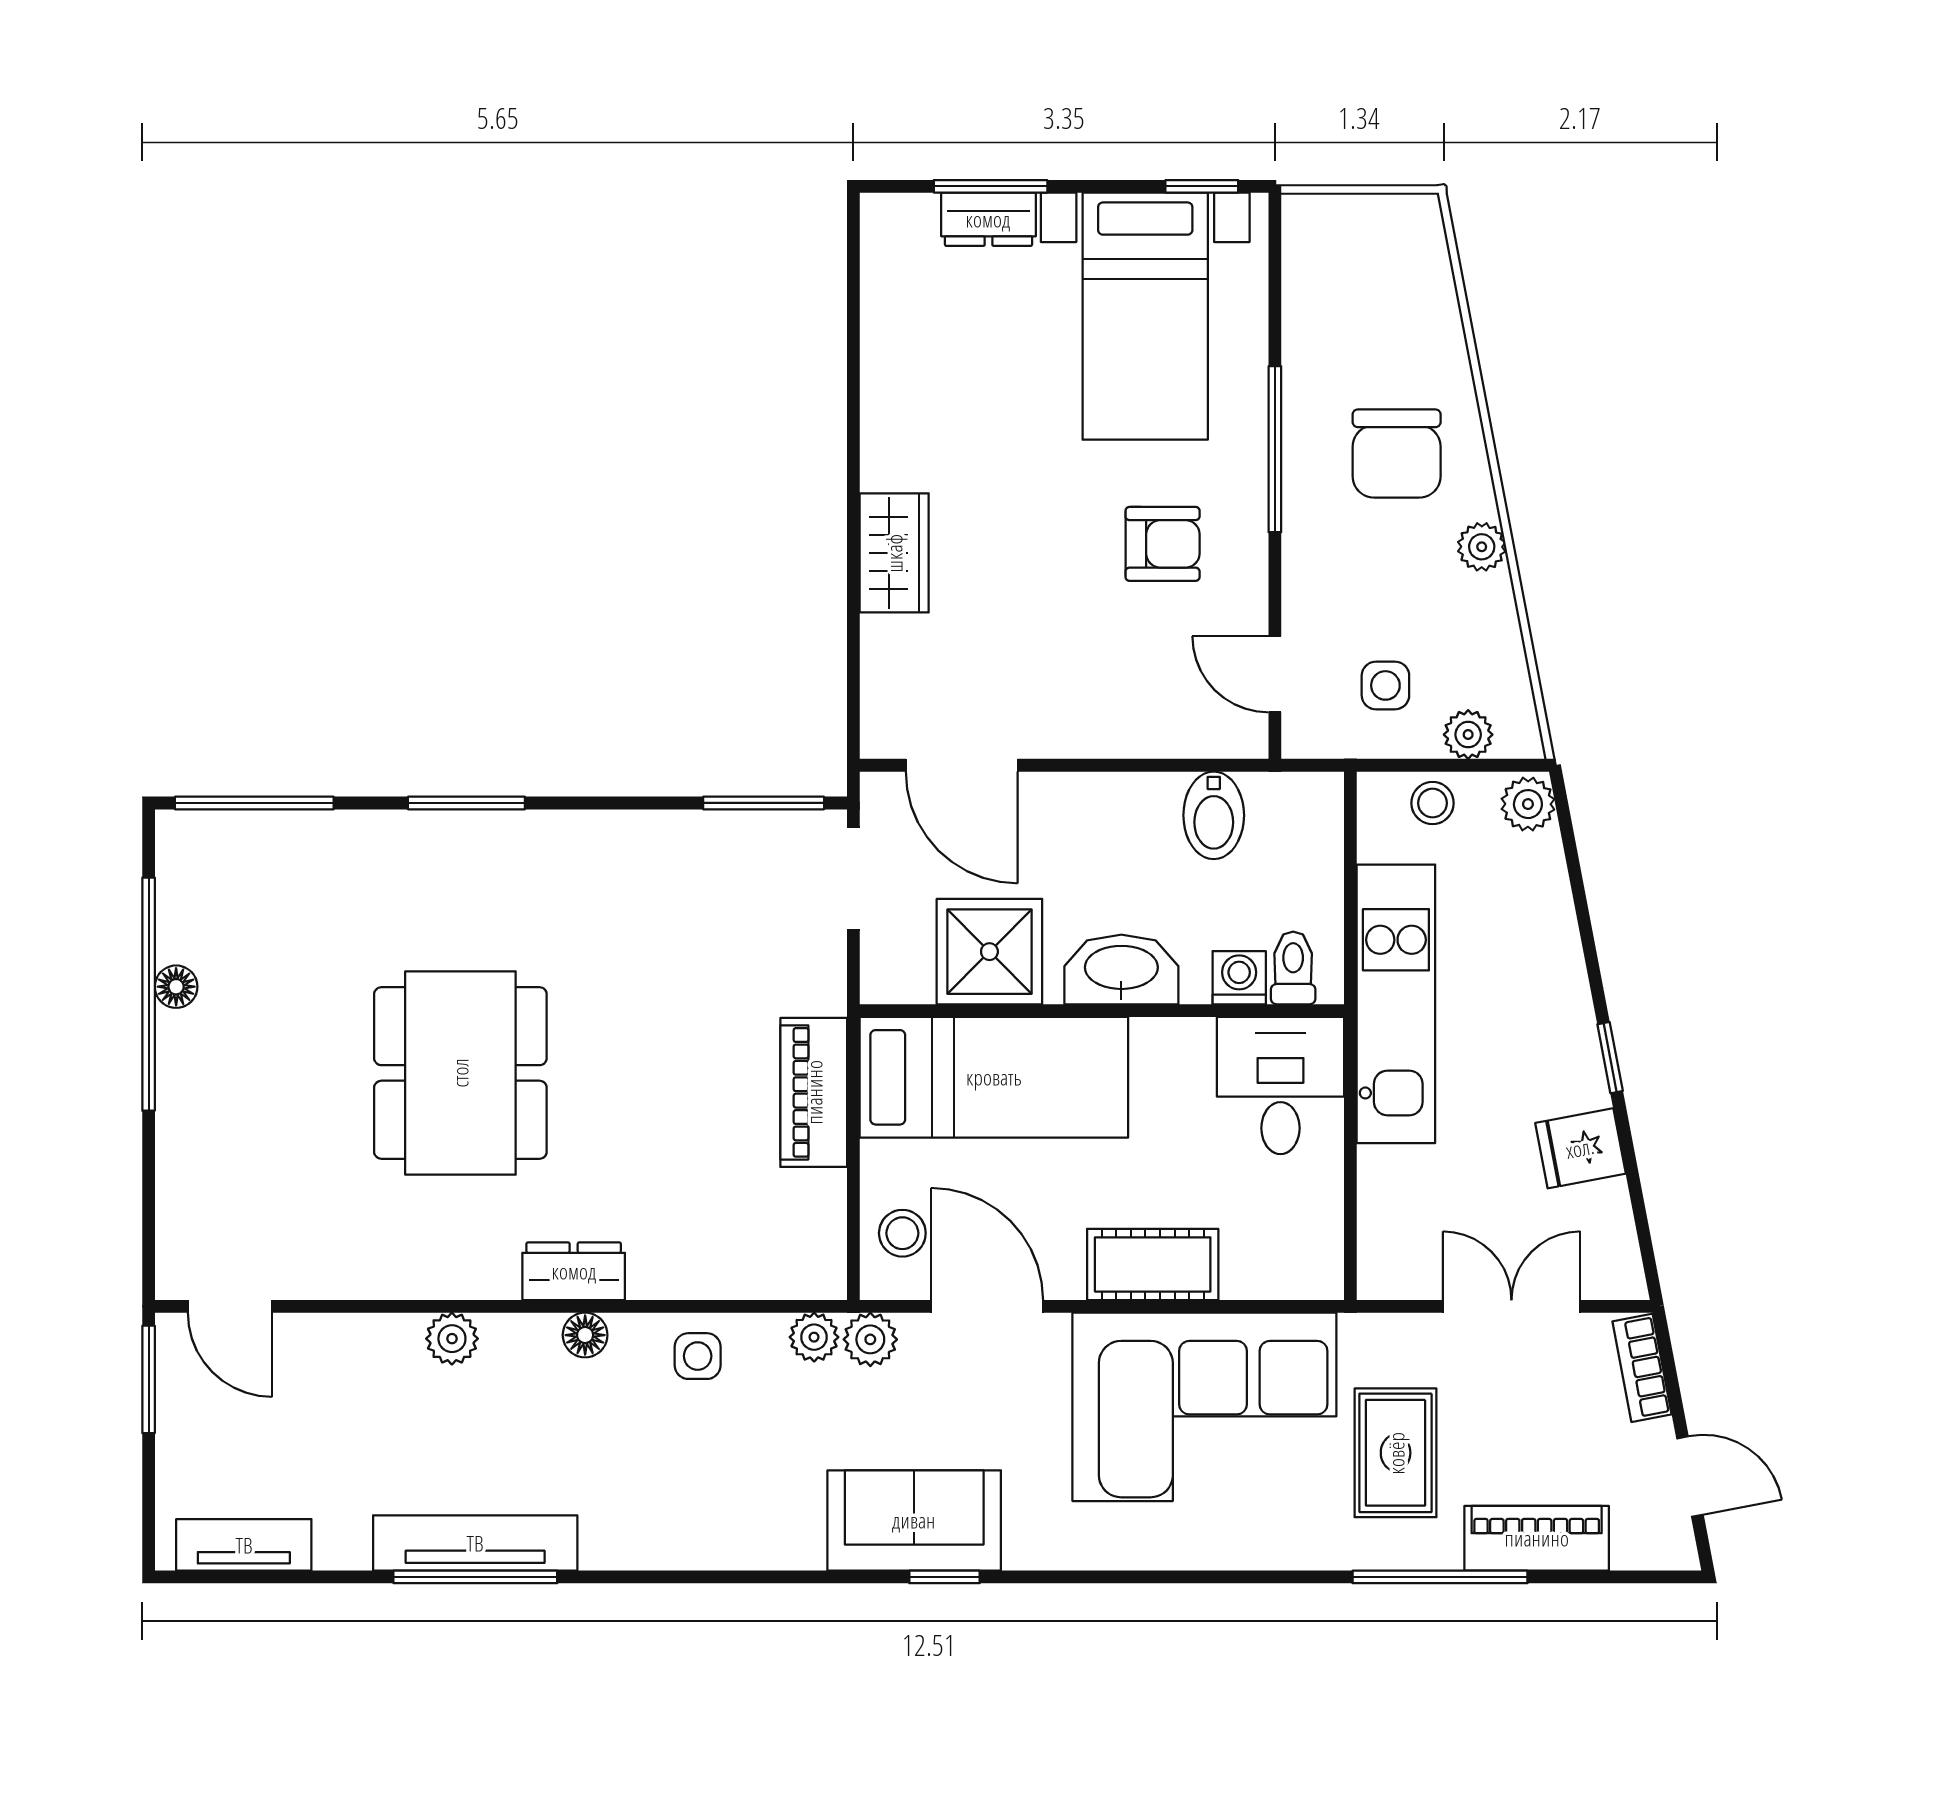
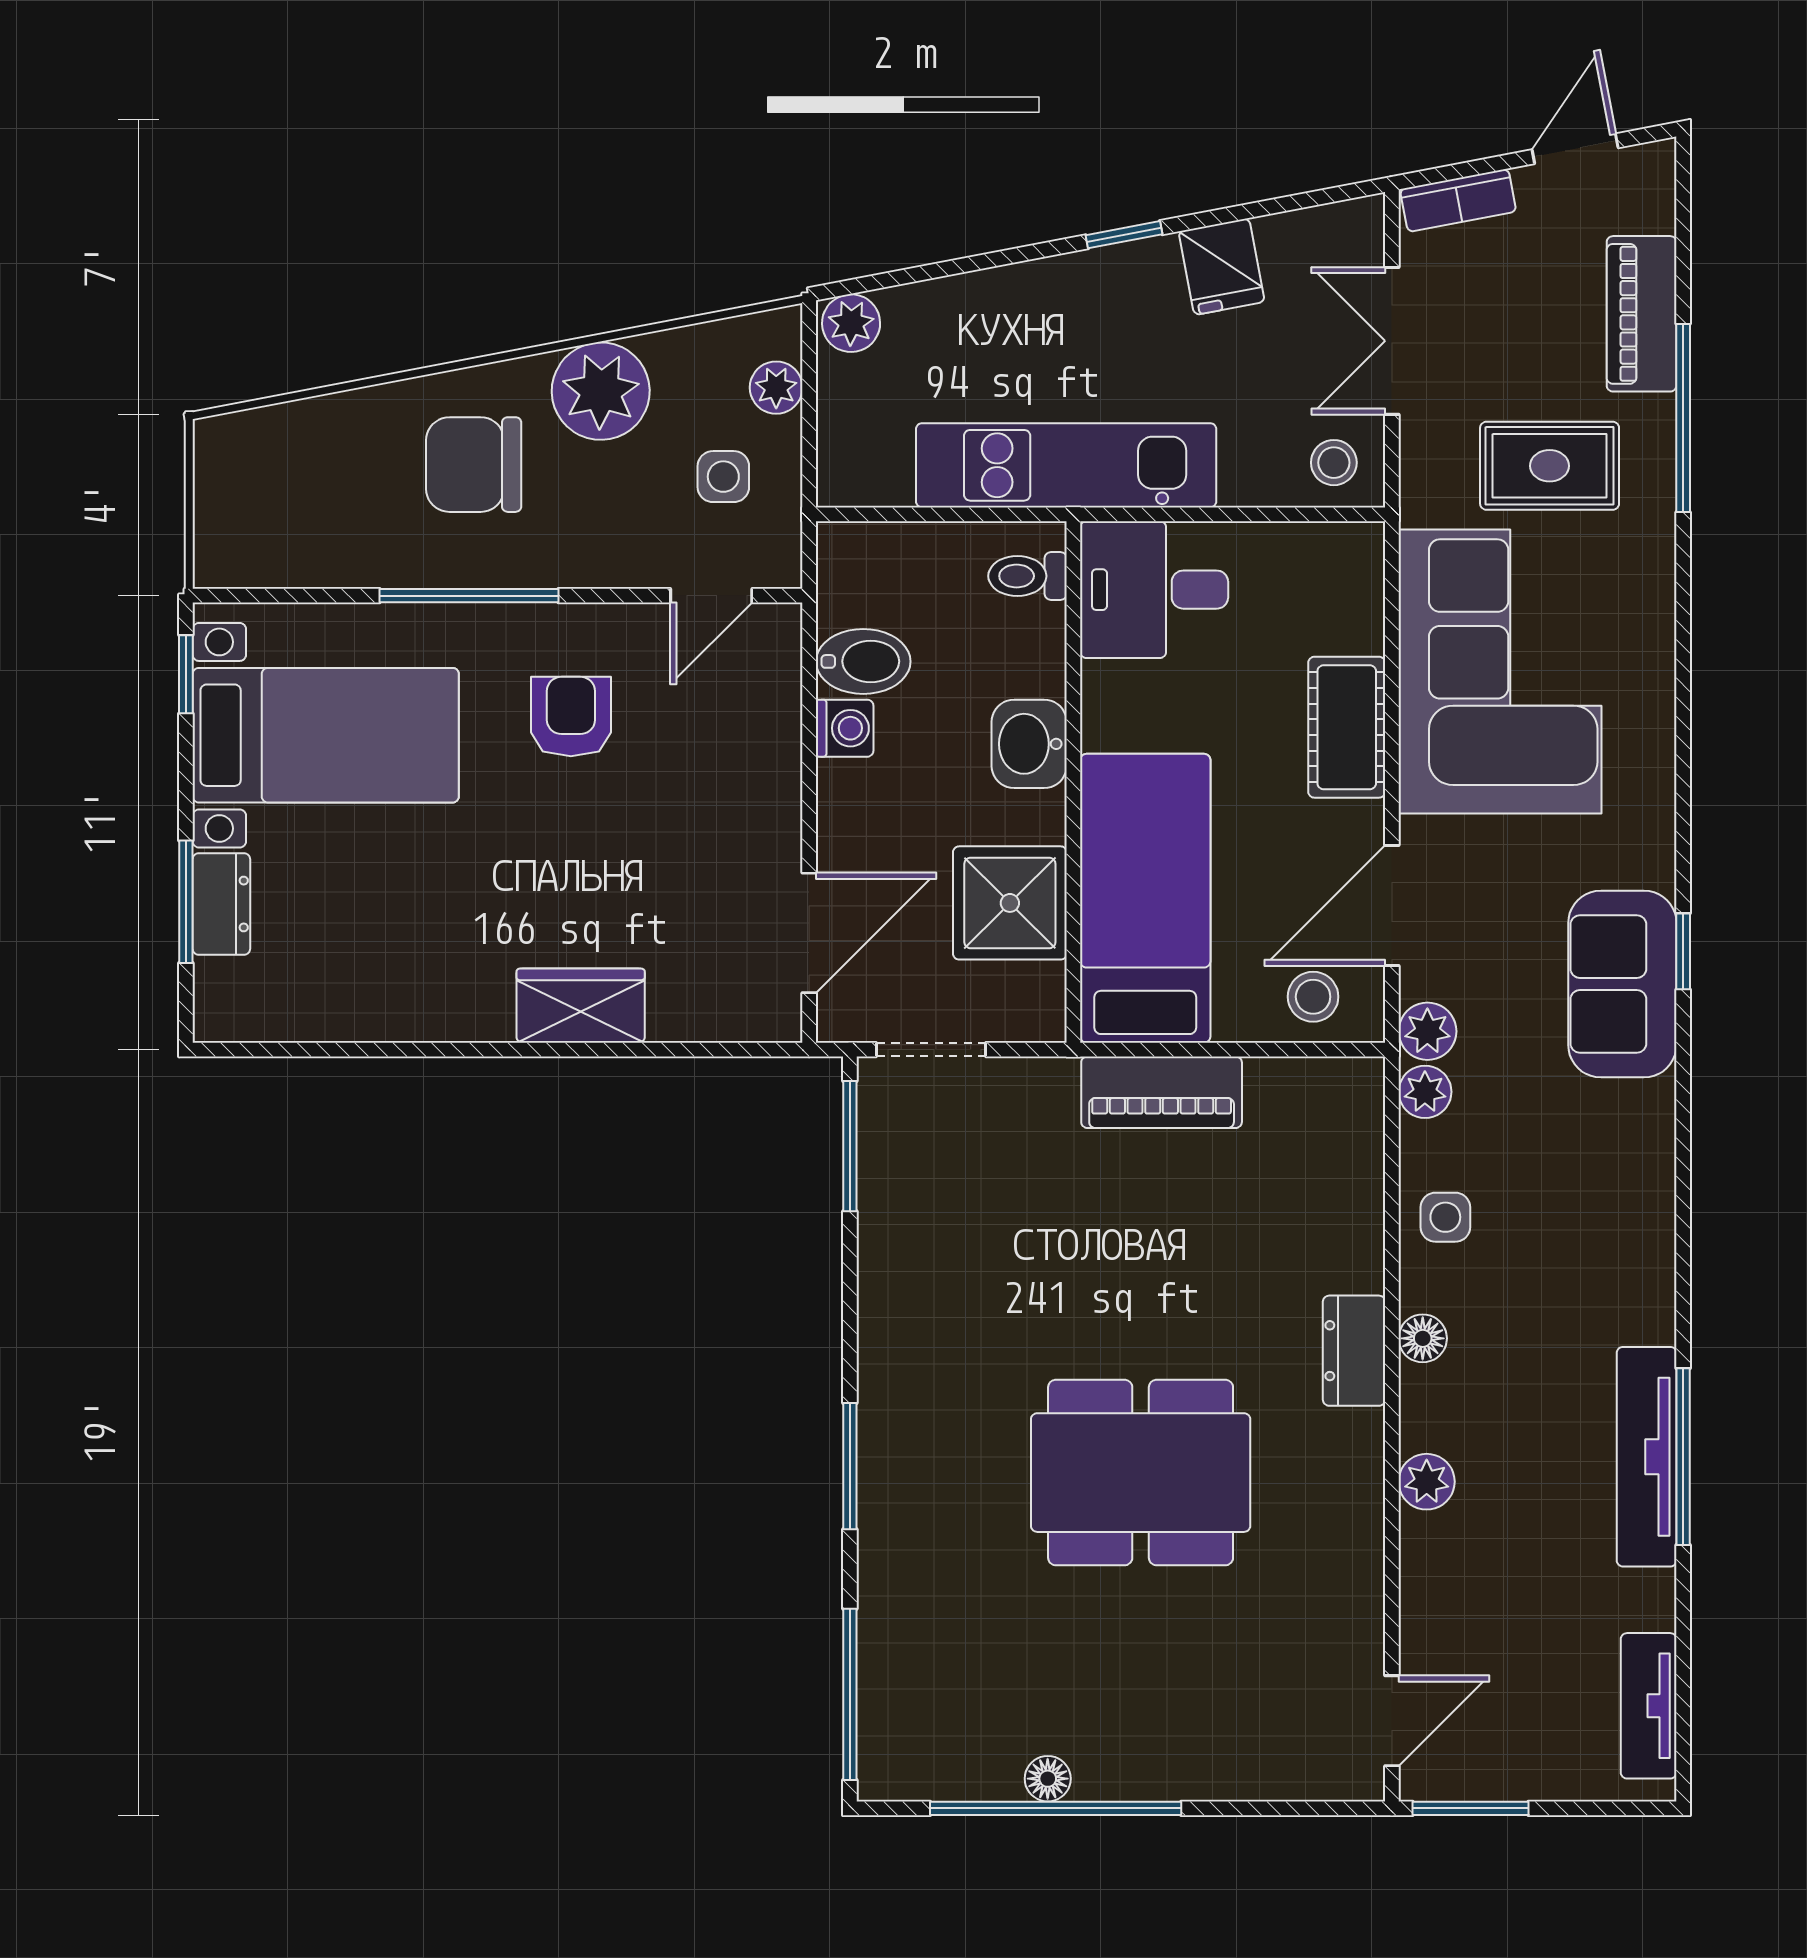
chair: (1397, 454) -> (474, 465), turned 180
plant: (1482, 547) -> (601, 391), width x1.88, depth x1.88
stool: (1433, 803) -> (1334, 463), moved
washbasin: (1121, 970) -> (1029, 744), width x0.72
washing machine: (1239, 978) -> (845, 728), moved, turned 180

